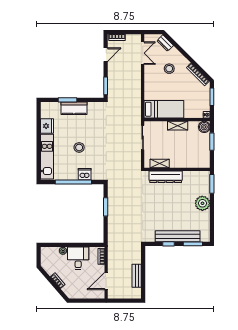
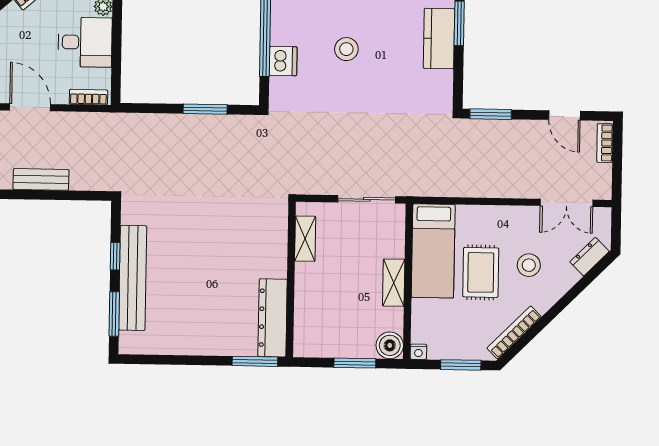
rug: (173, 89) -> (481, 272), added
dresser: (166, 177) -> (273, 318), moved
plant: (202, 203) -> (209, 338), removed

